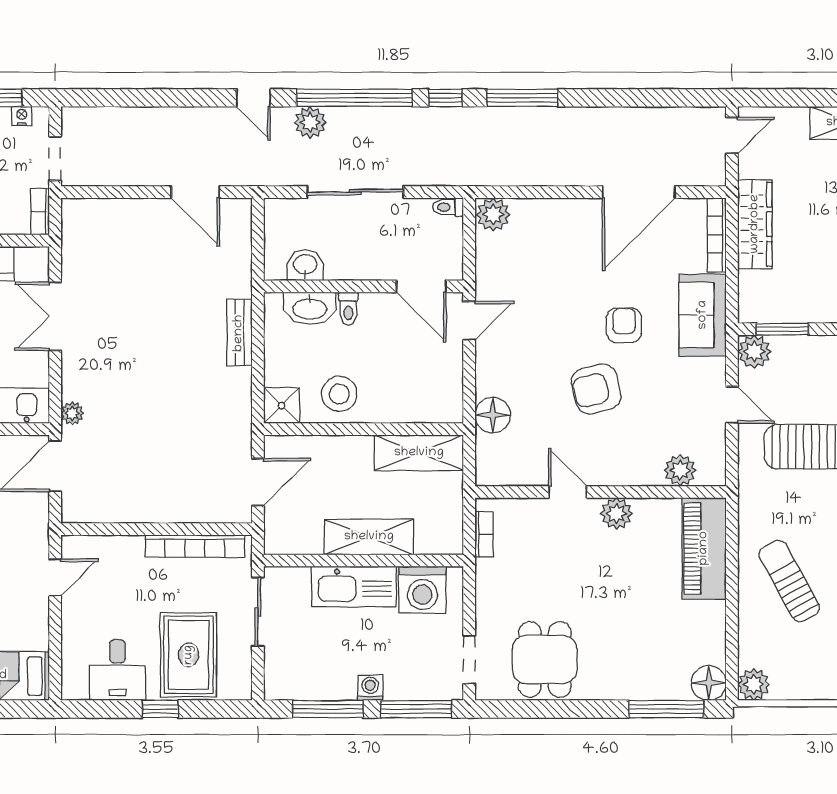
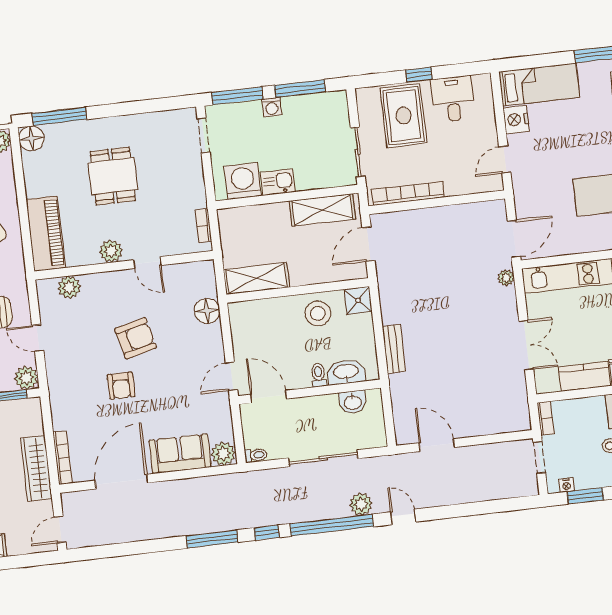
sofa: (703, 315) -> (180, 454), moved, turned -90
shelving: (369, 537) -> (322, 210), moved
kitchen sink: (354, 587) -> (278, 182), width x0.53, depth x0.81
nightstand: (33, 631) -> (516, 120), added
dining table: (545, 659) -> (113, 176), moved

